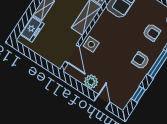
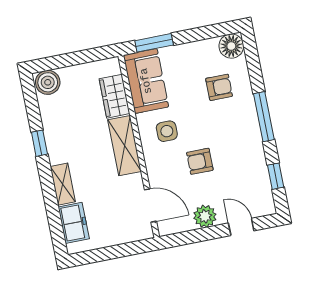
side table: (91, 44) -> (167, 131), moved
armchair: (141, 61) -> (200, 161), moved

